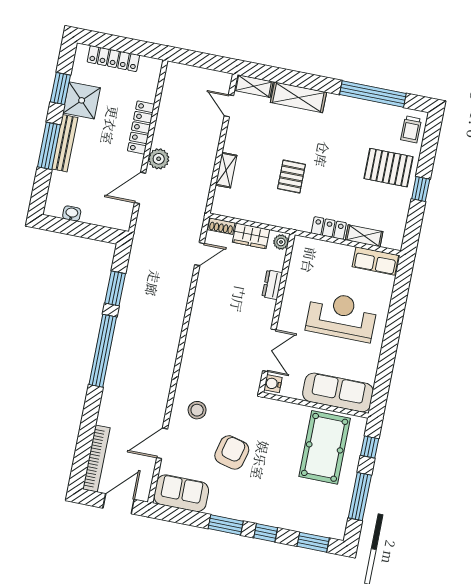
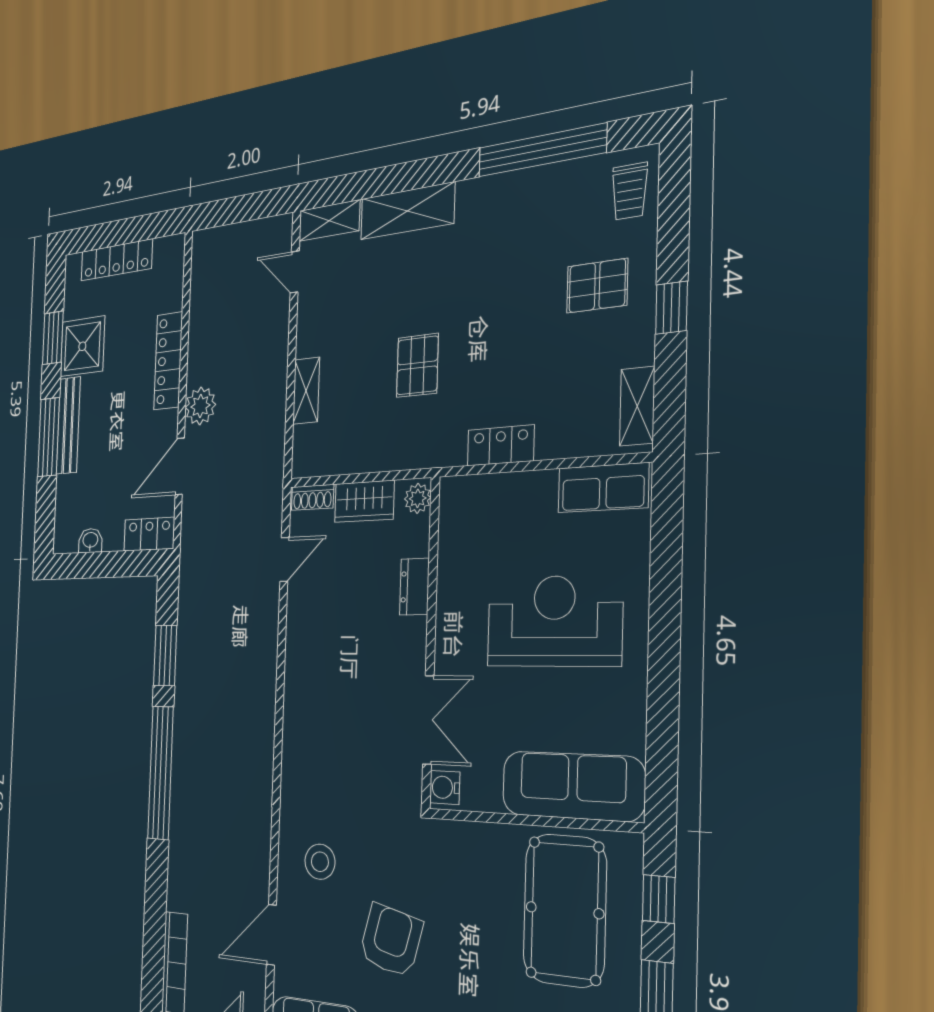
pallet: (389, 168) -> (597, 286), width x0.67, depth x0.71
locker: (114, 220) -> (149, 534), added
shelving: (364, 236) -> (637, 406), moved, turned 90

